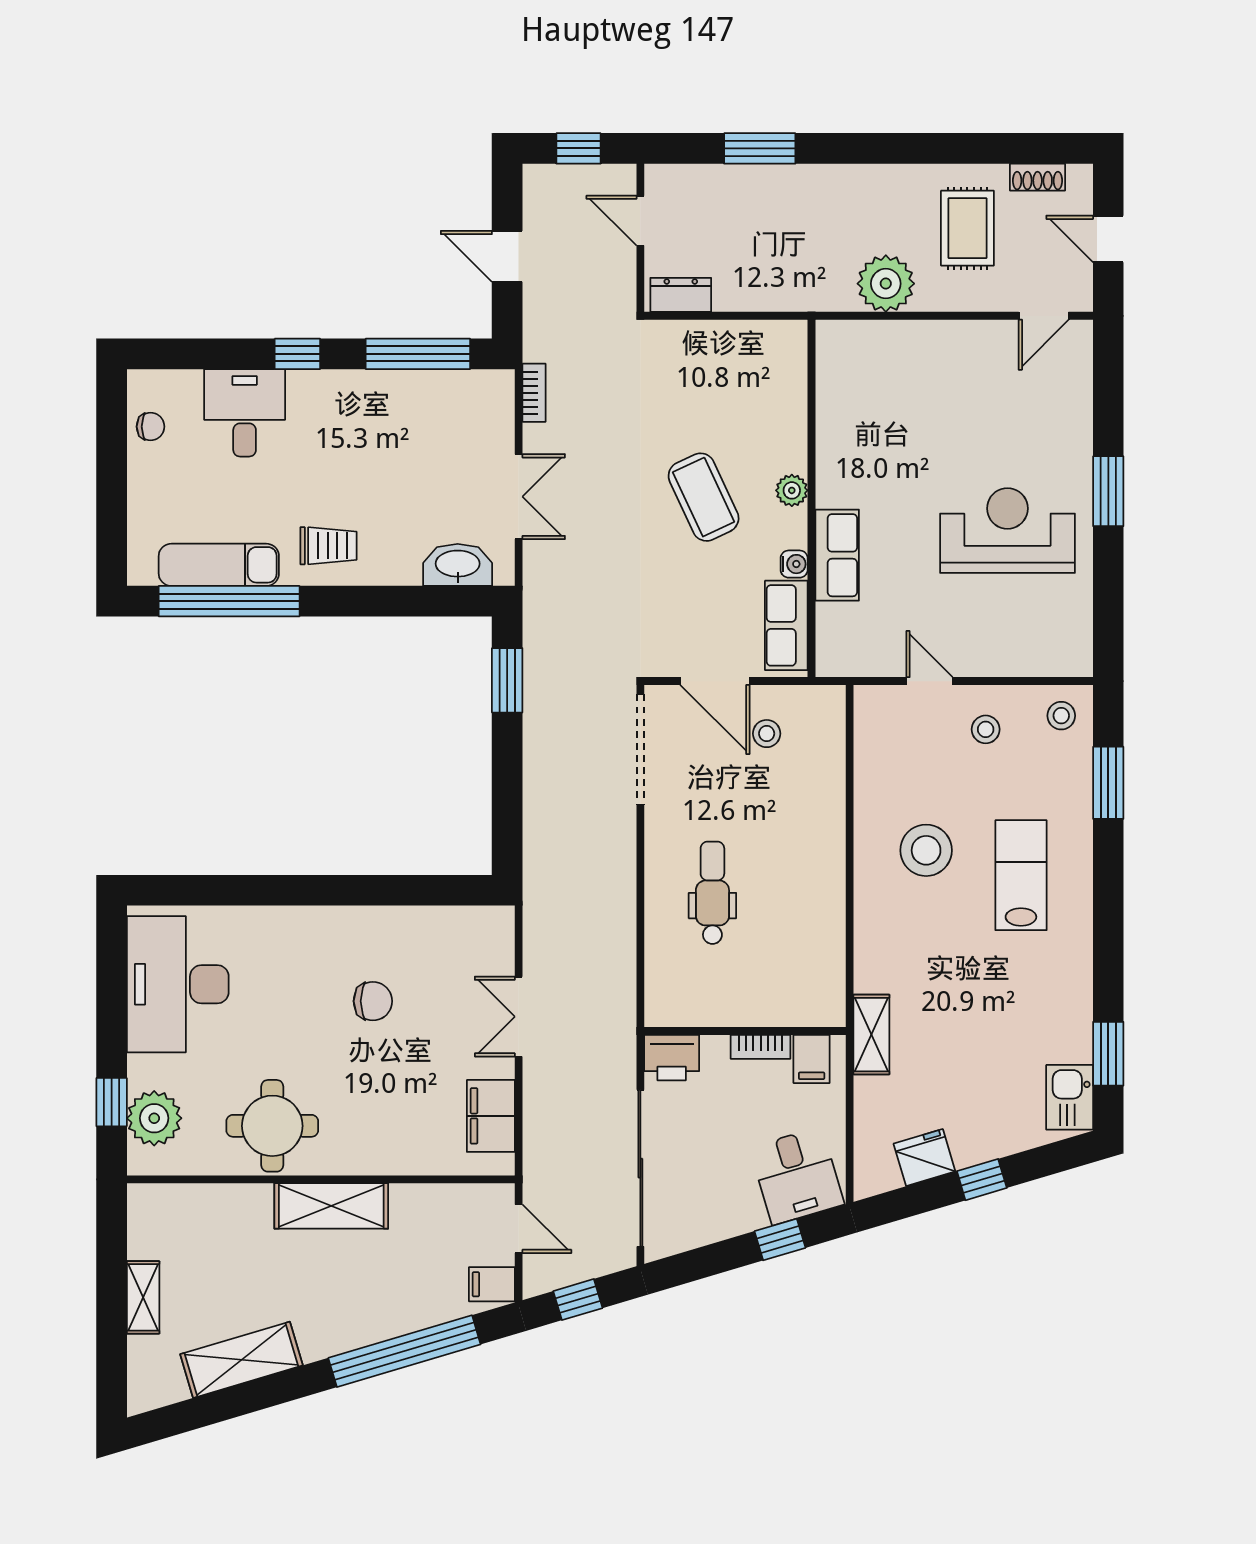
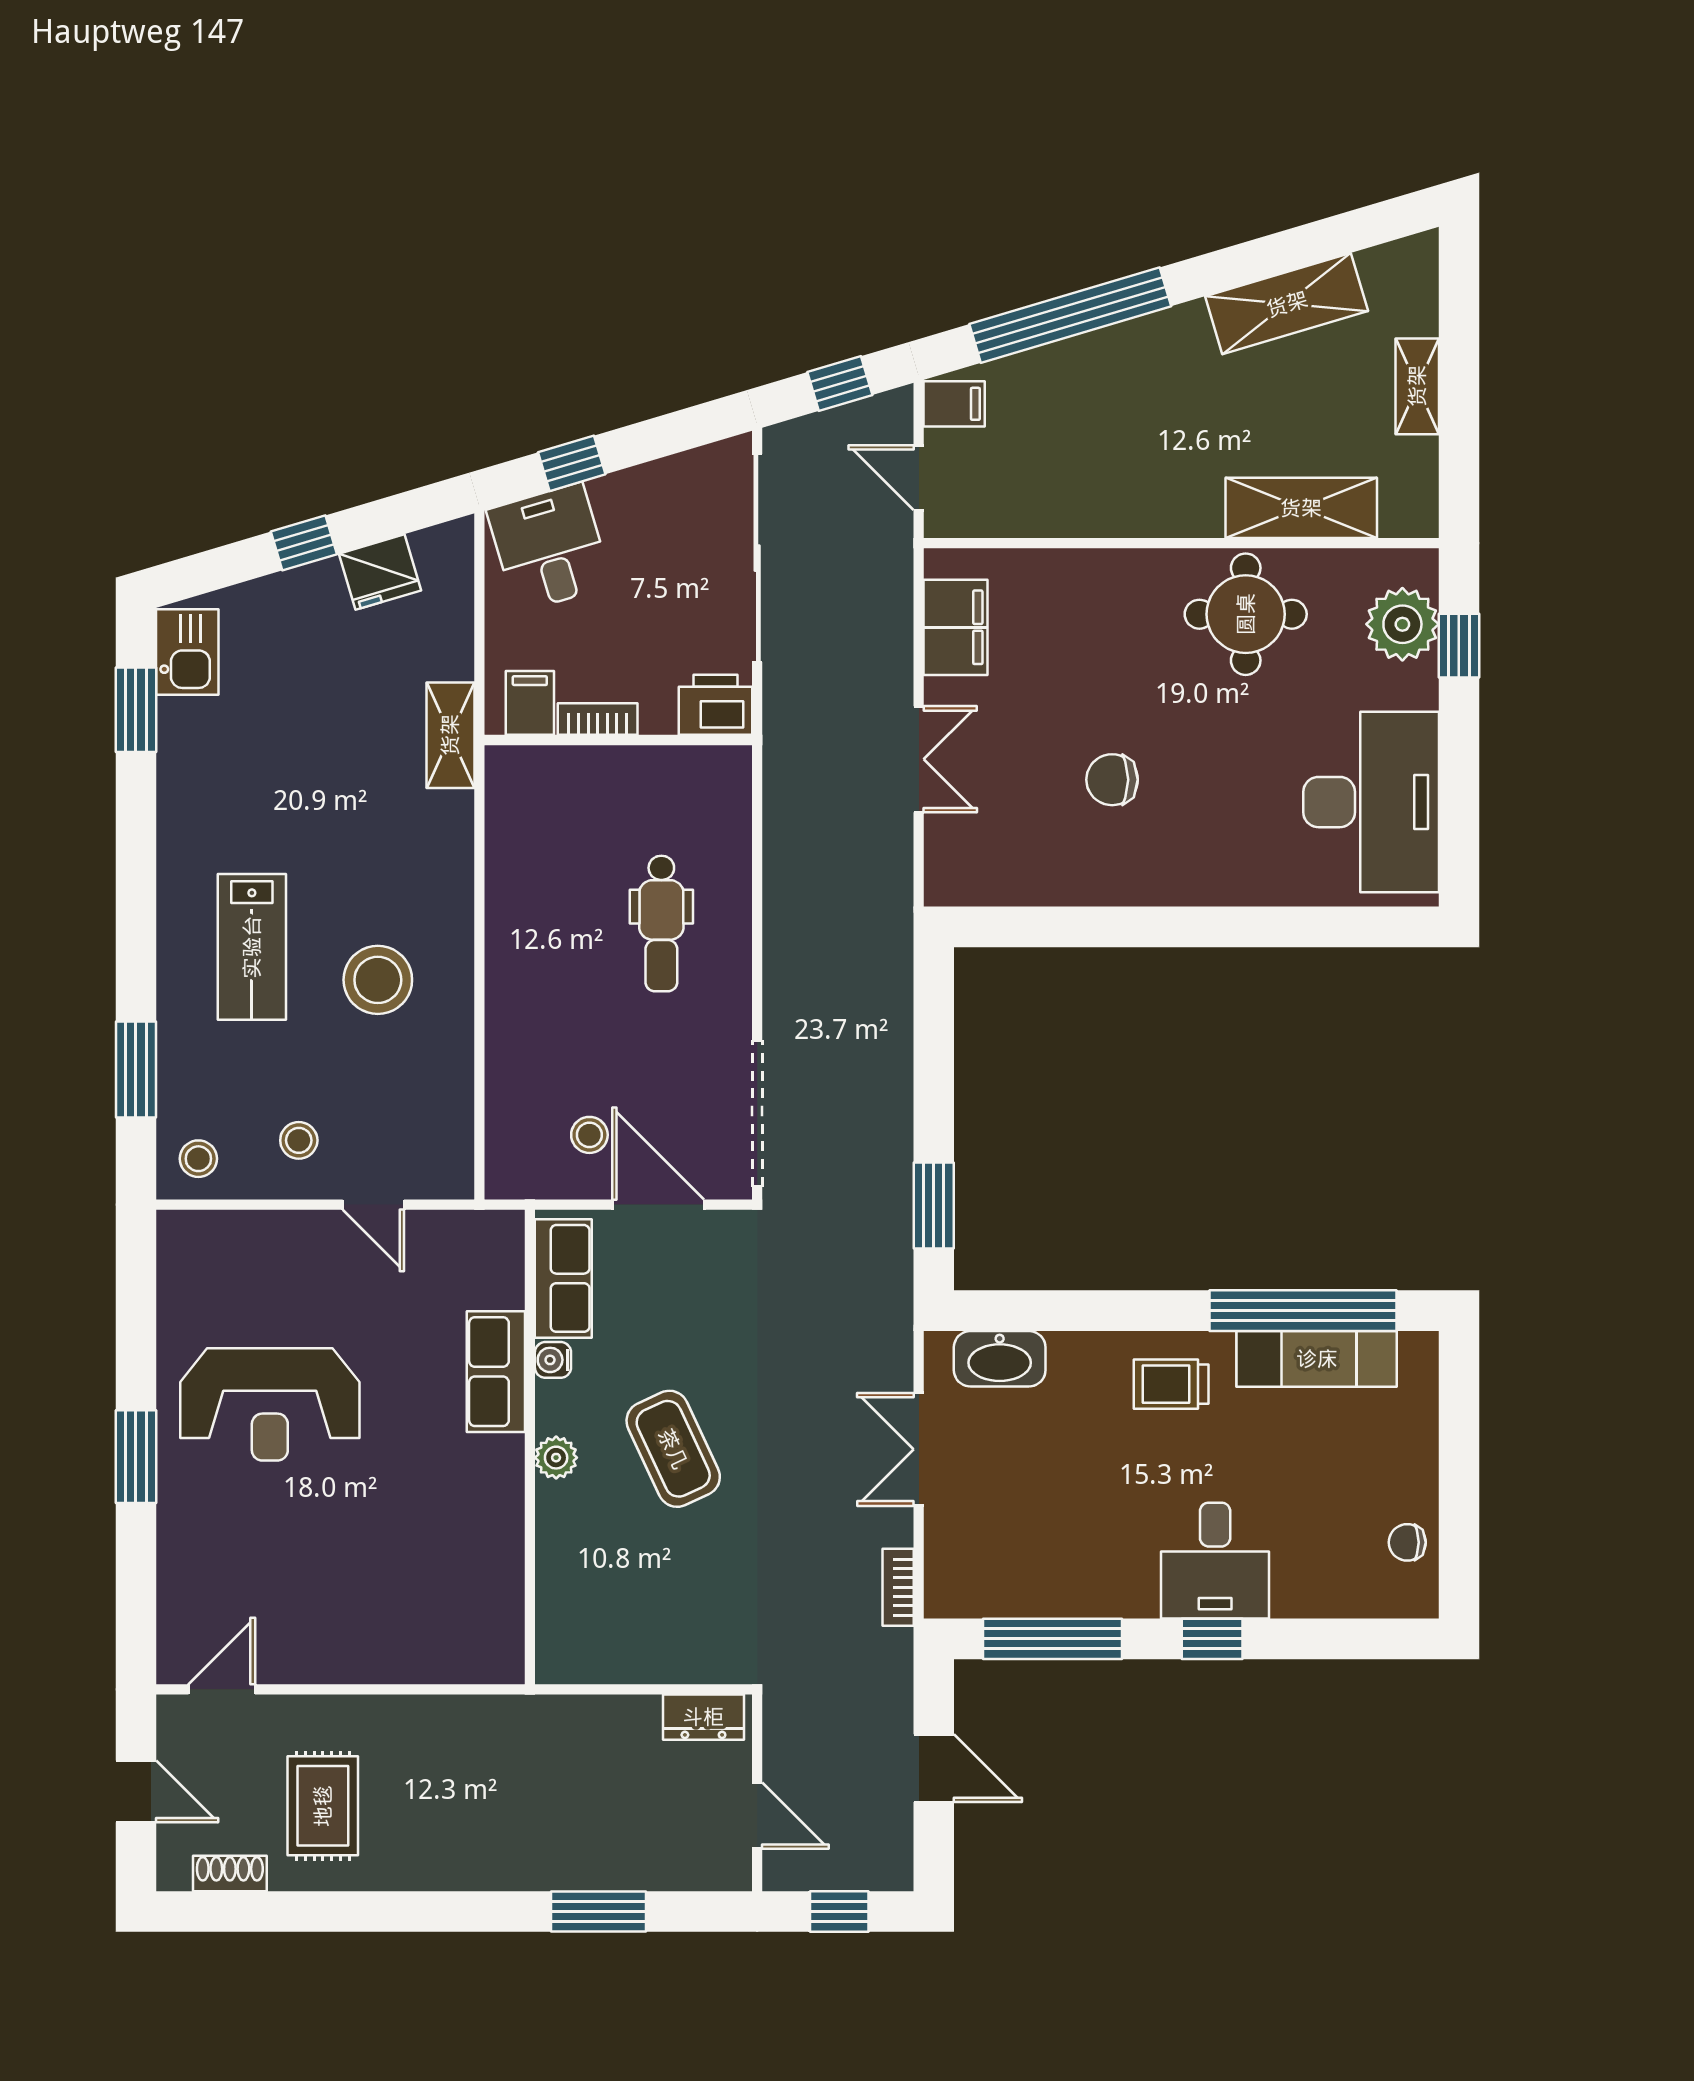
plant: (886, 284) -> (431, 1732), removed
desk: (245, 413) -> (1215, 1561), moved
shelving: (331, 1206) -> (1301, 508), moved

